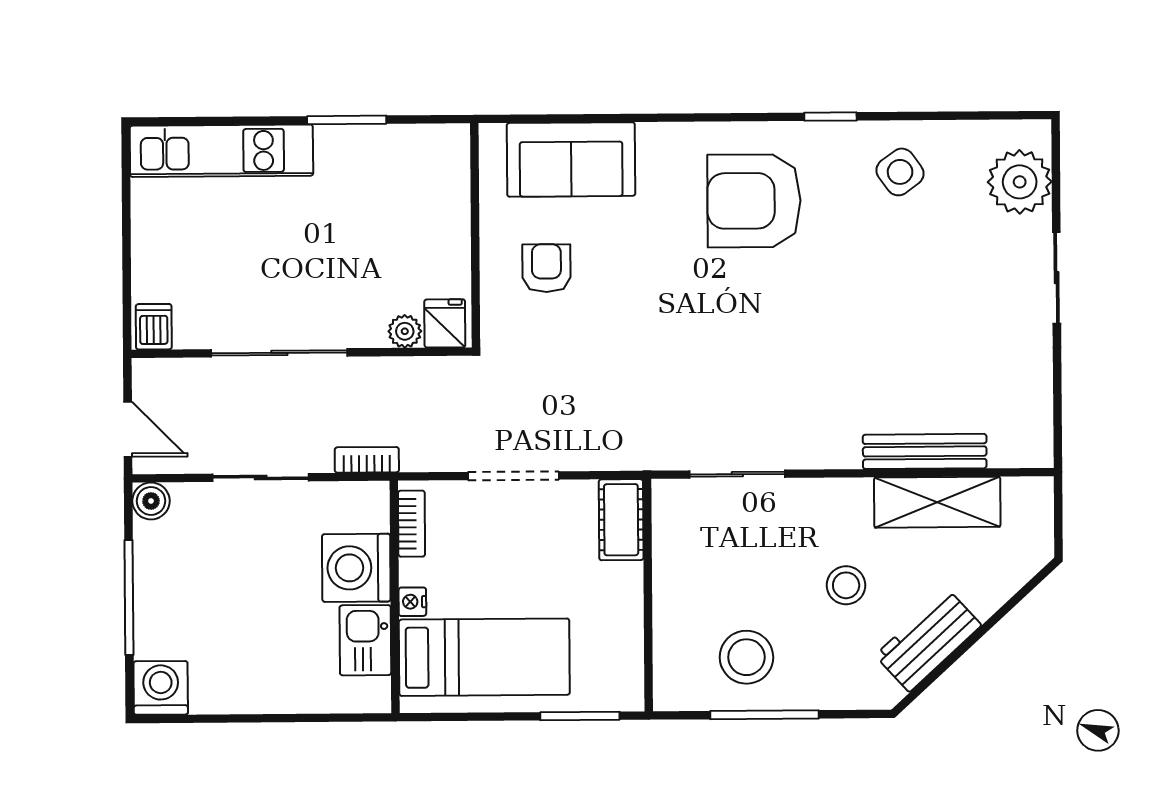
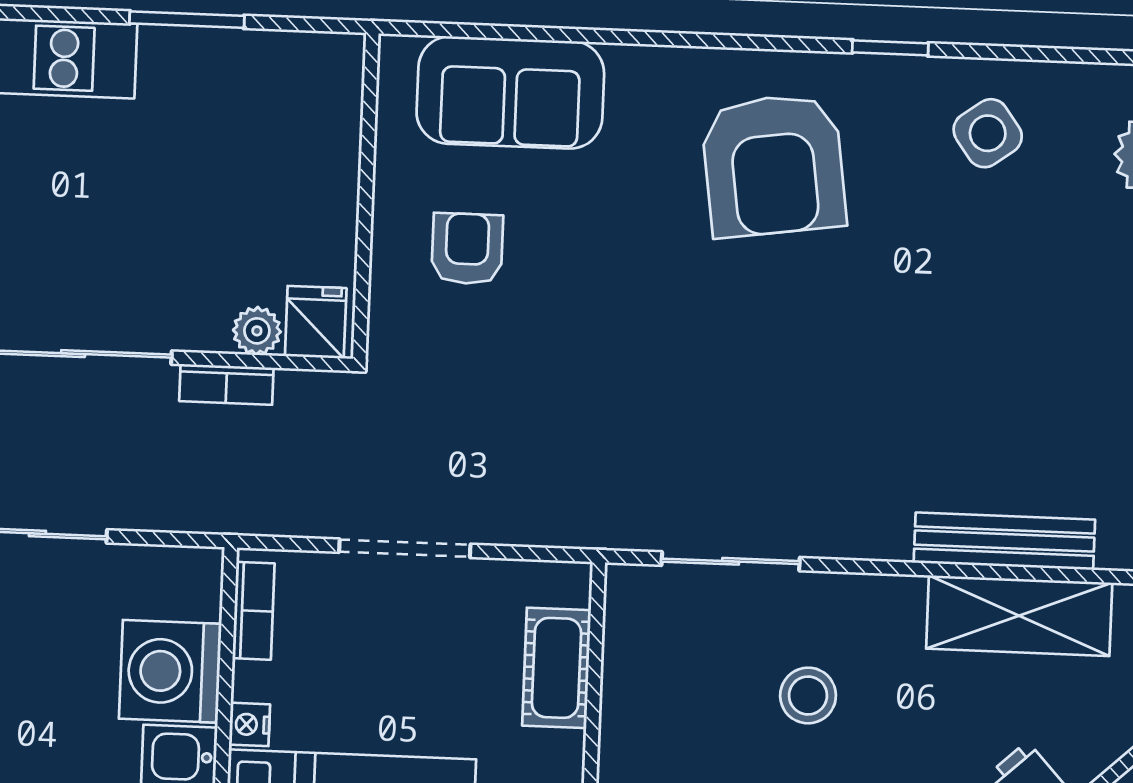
armchair: (754, 201) -> (773, 165), turned -98
bookcase: (367, 460) -> (226, 384), moved, turned 180
cot: (621, 520) -> (556, 668), moved
stool: (846, 585) -> (808, 695), moved

